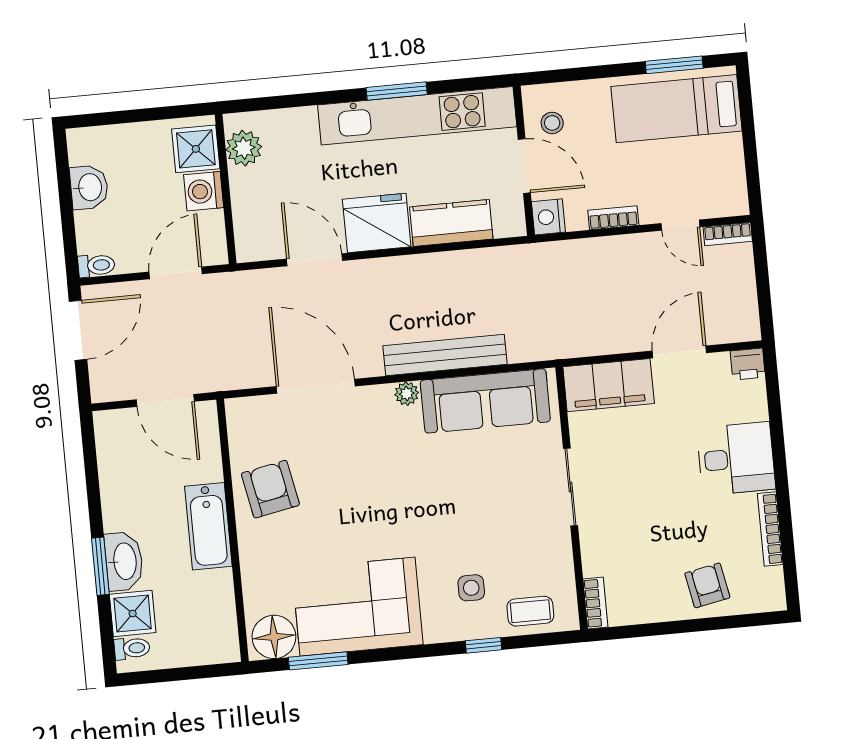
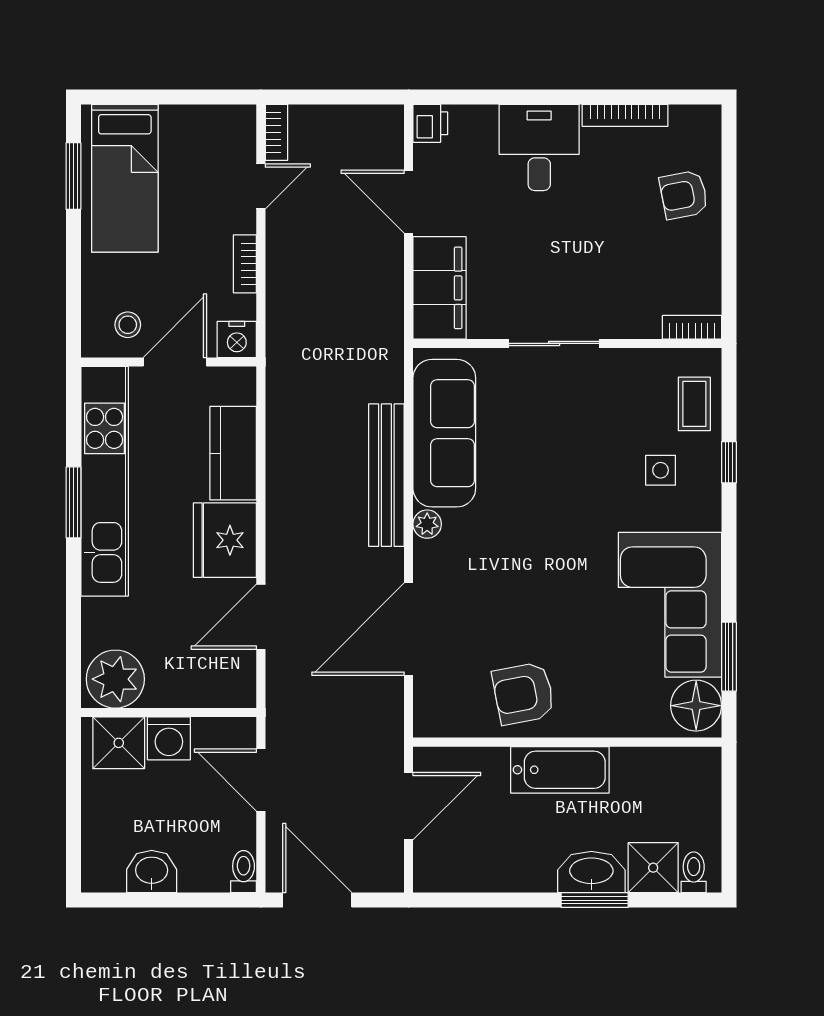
plant: (244, 148) -> (115, 679), width x1.36, depth x1.36

